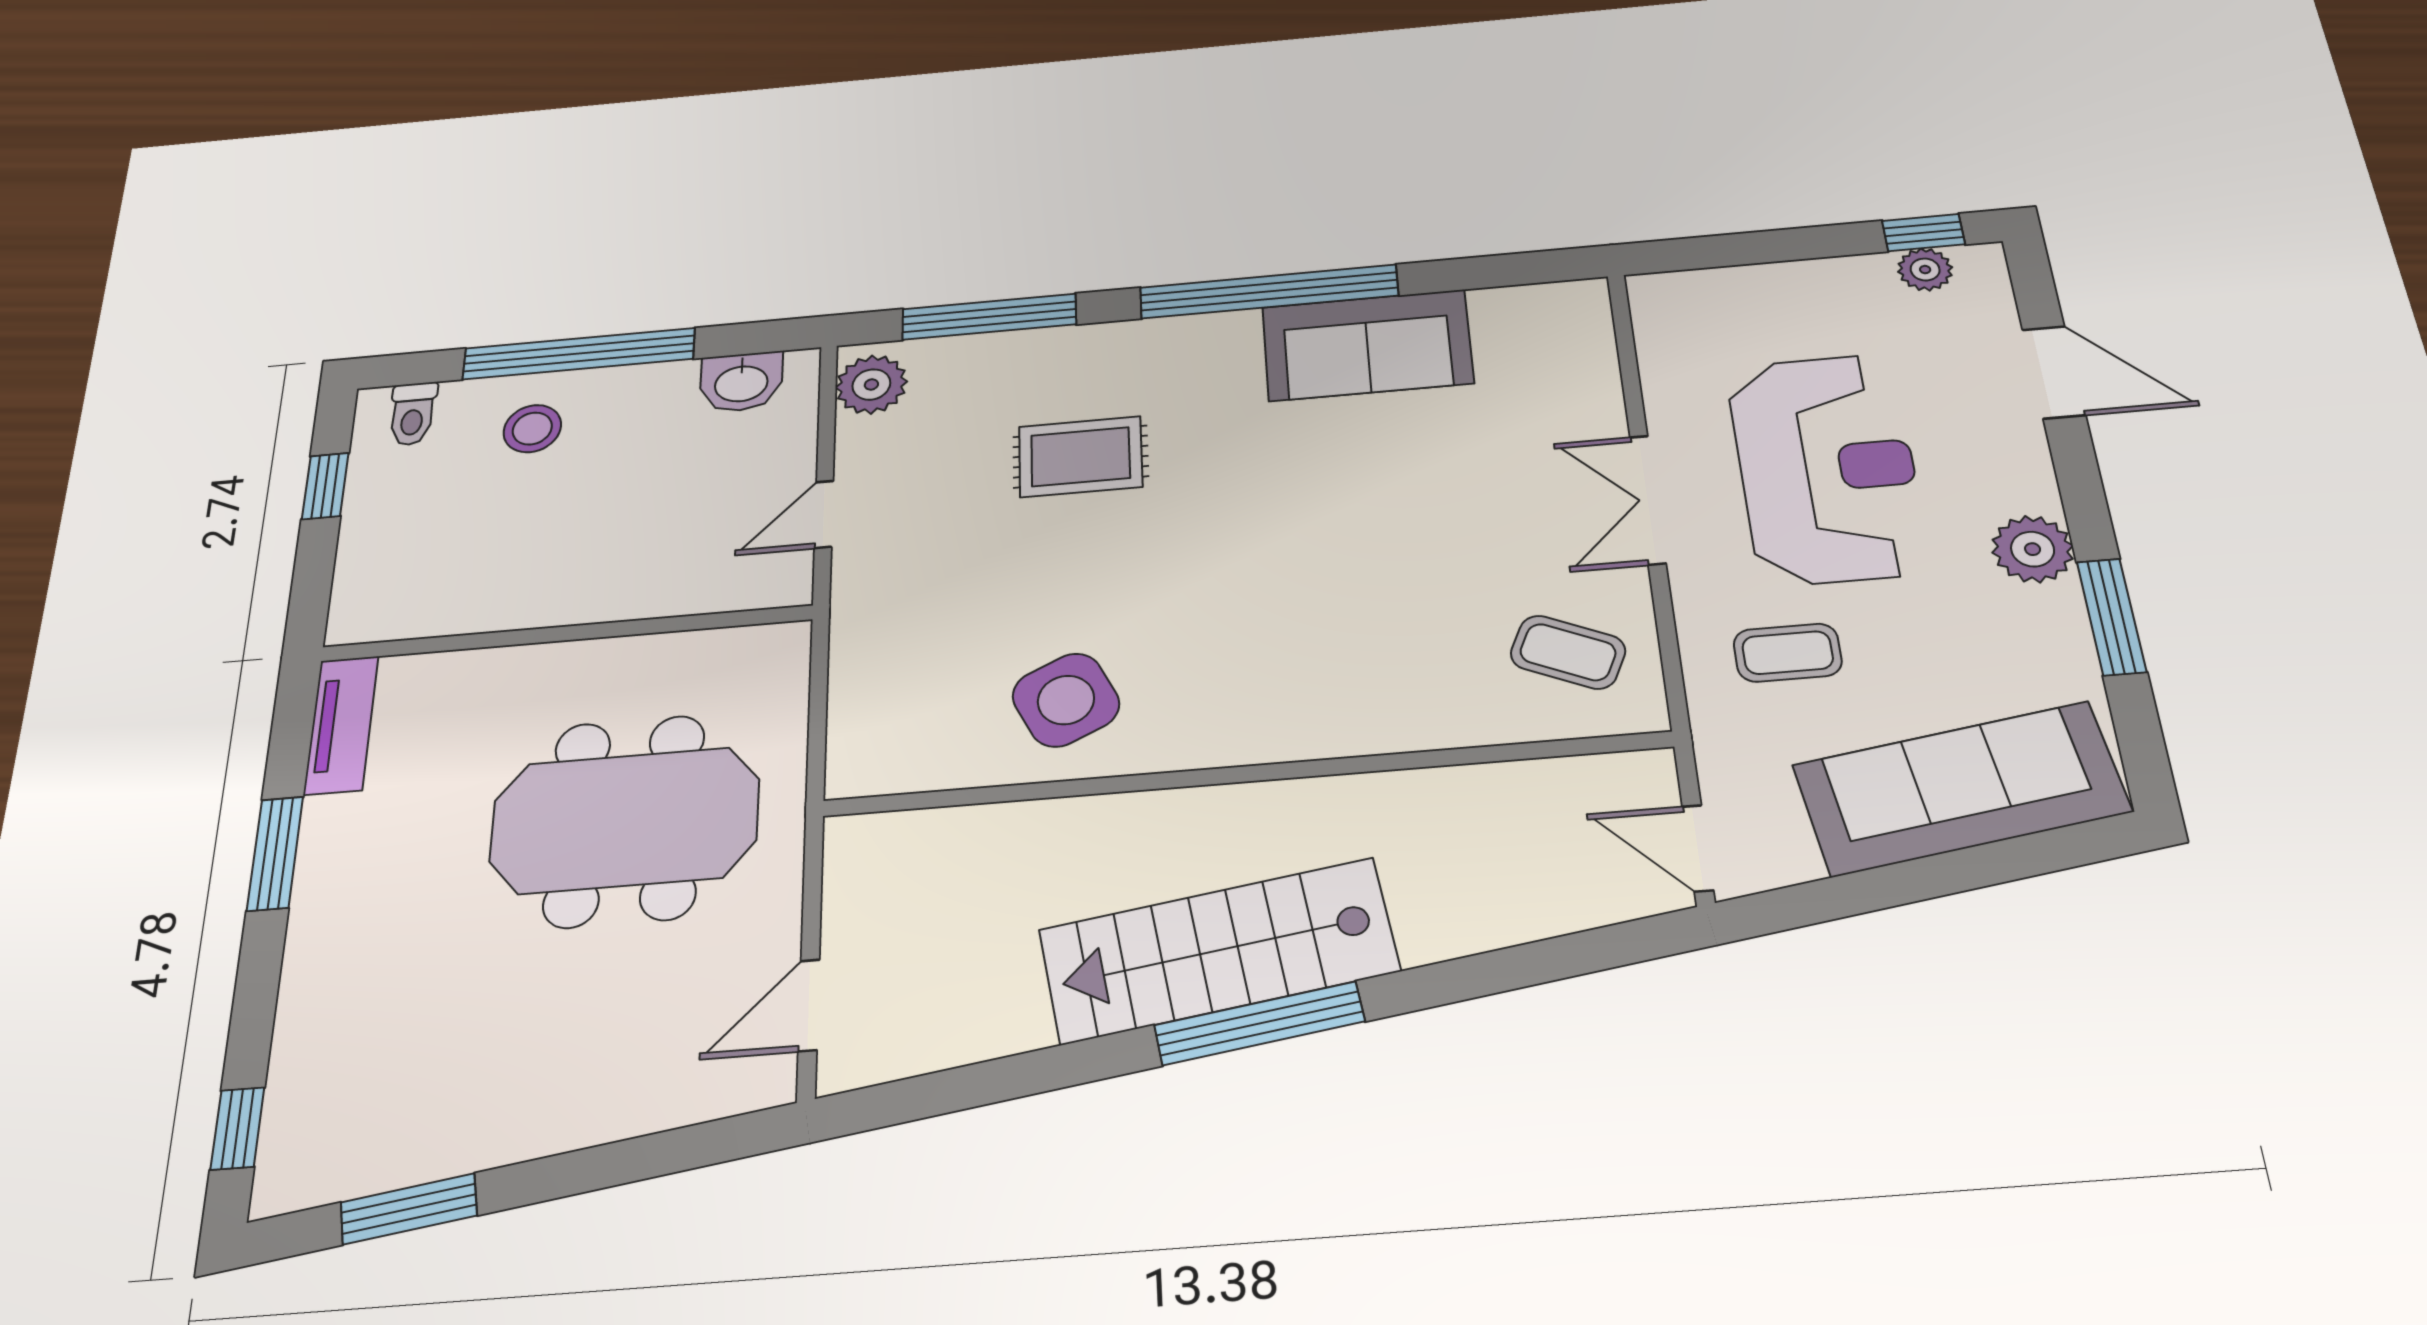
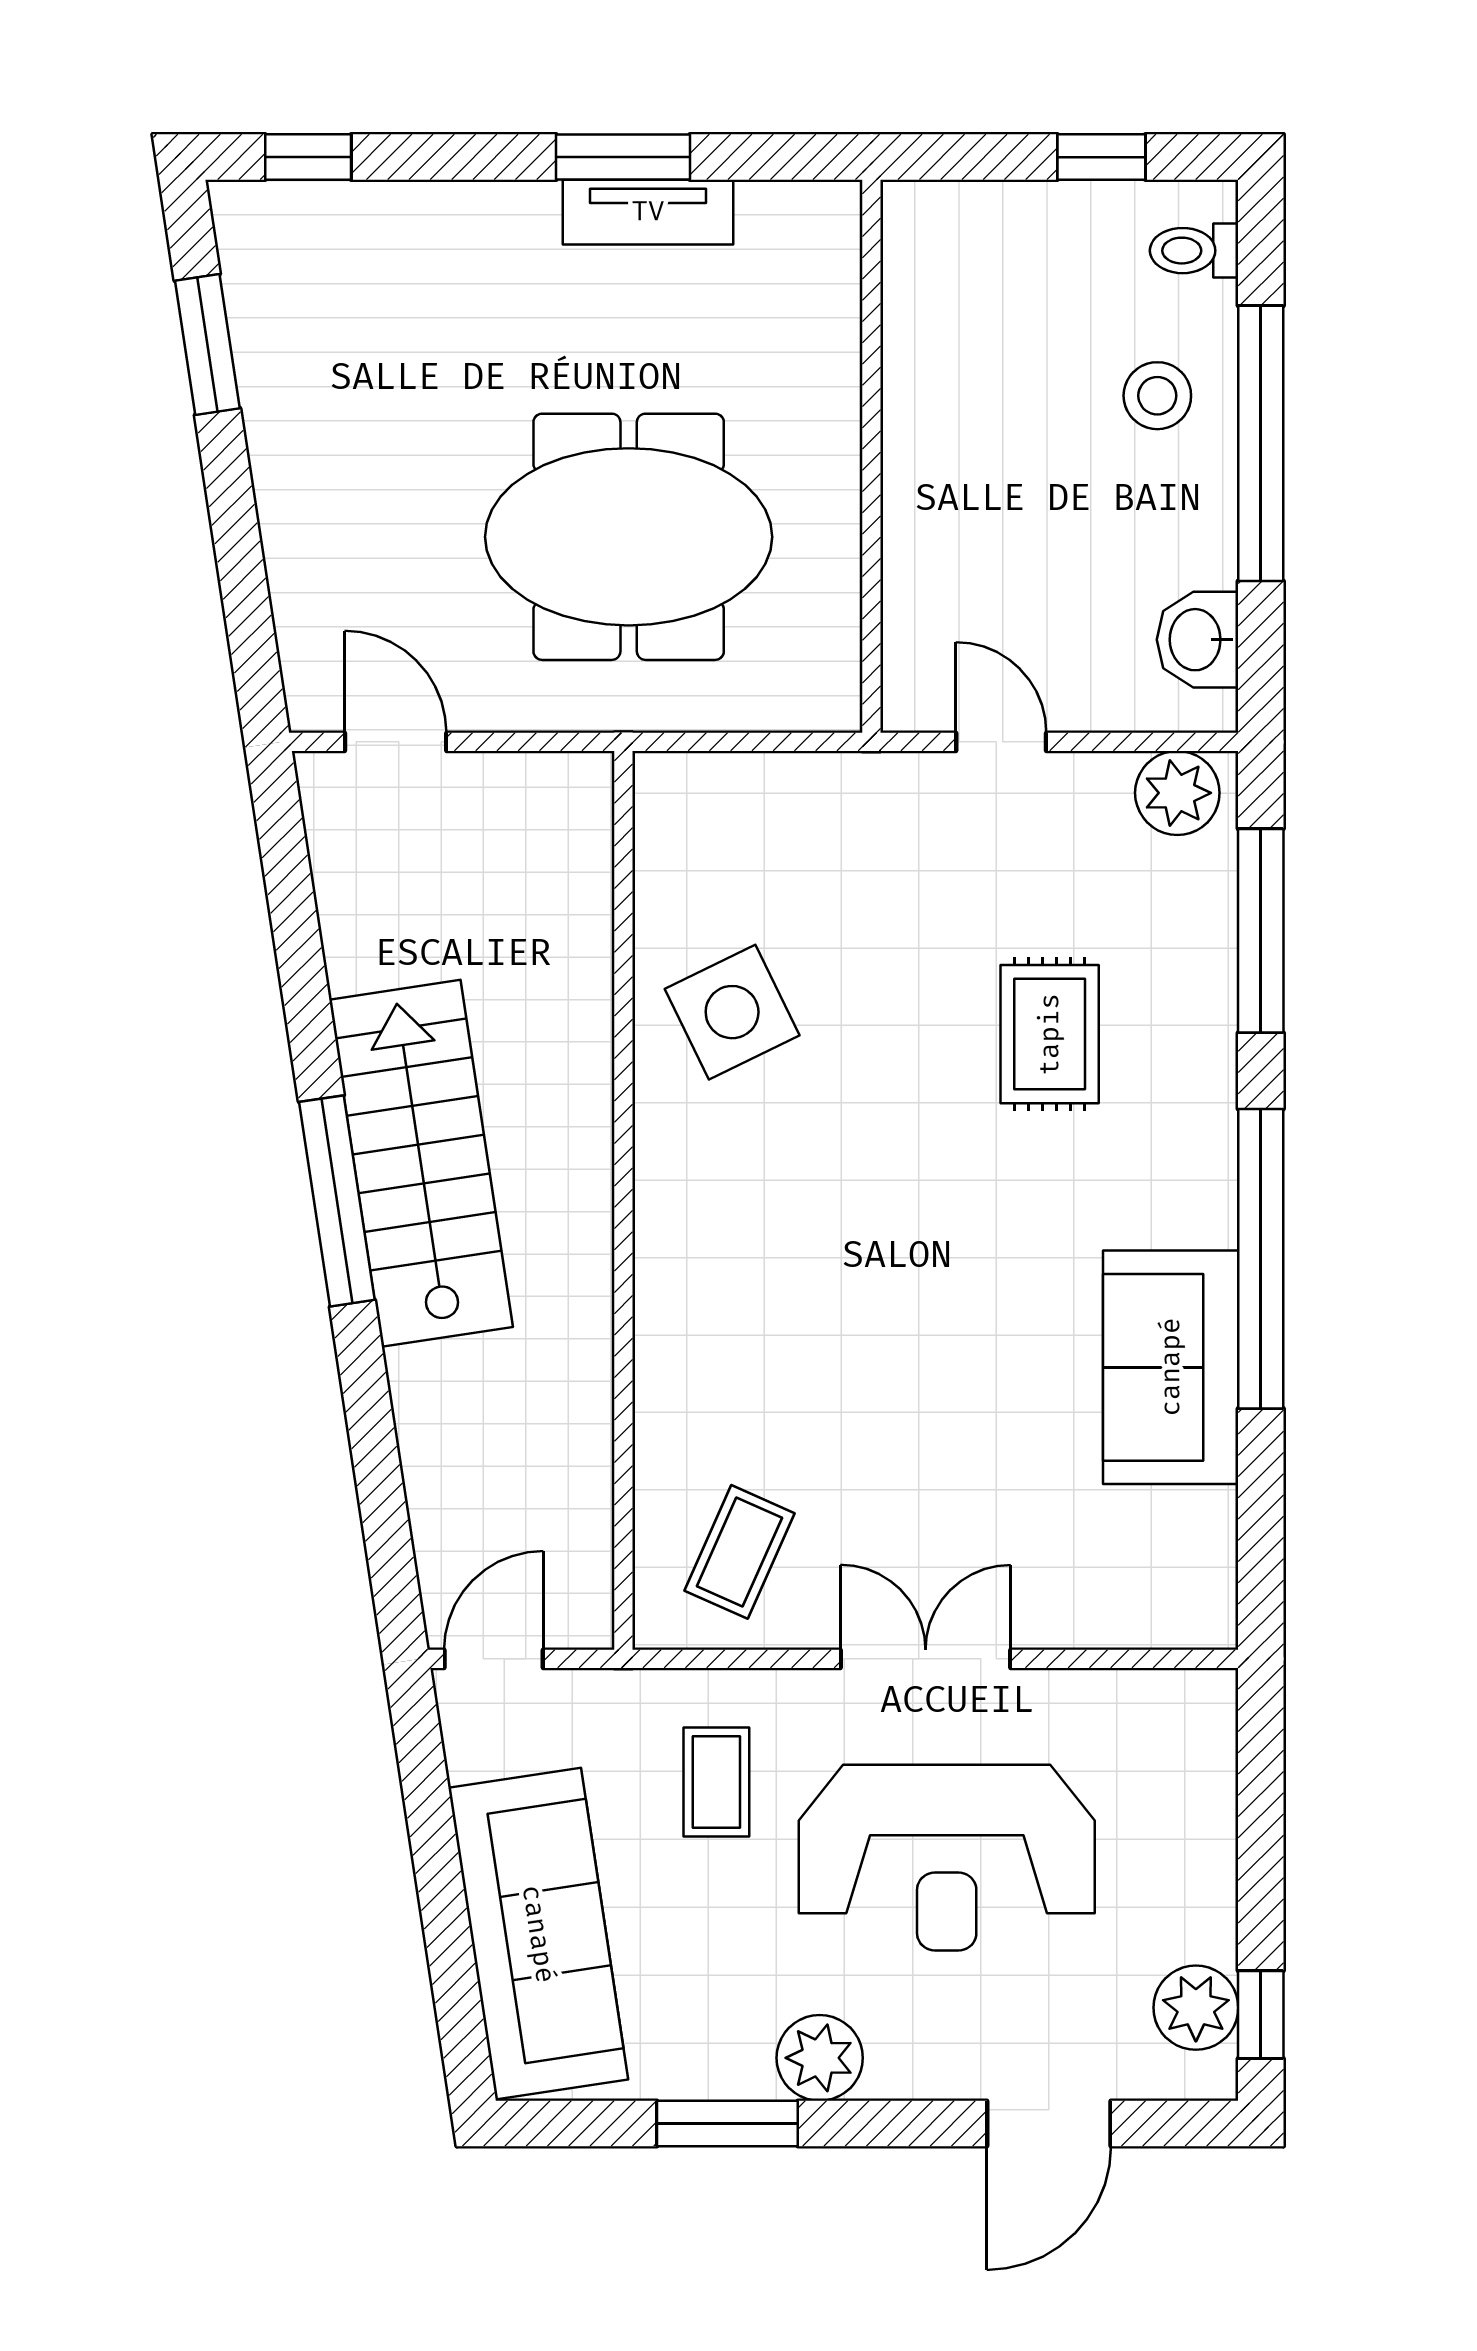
plant: (1925, 270) -> (1196, 2008), width x1.38, depth x1.38
tv unit: (341, 725) -> (648, 212), moved
meeting table: (625, 820) -> (629, 537), turned 90

